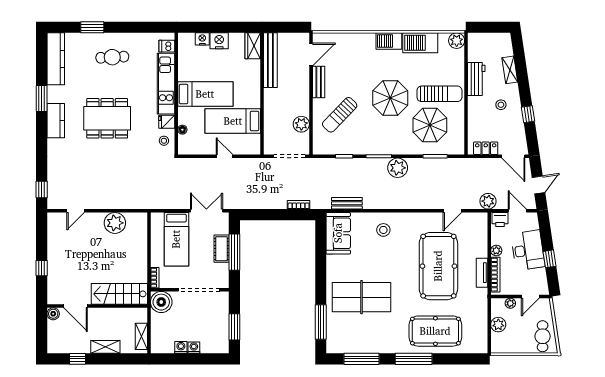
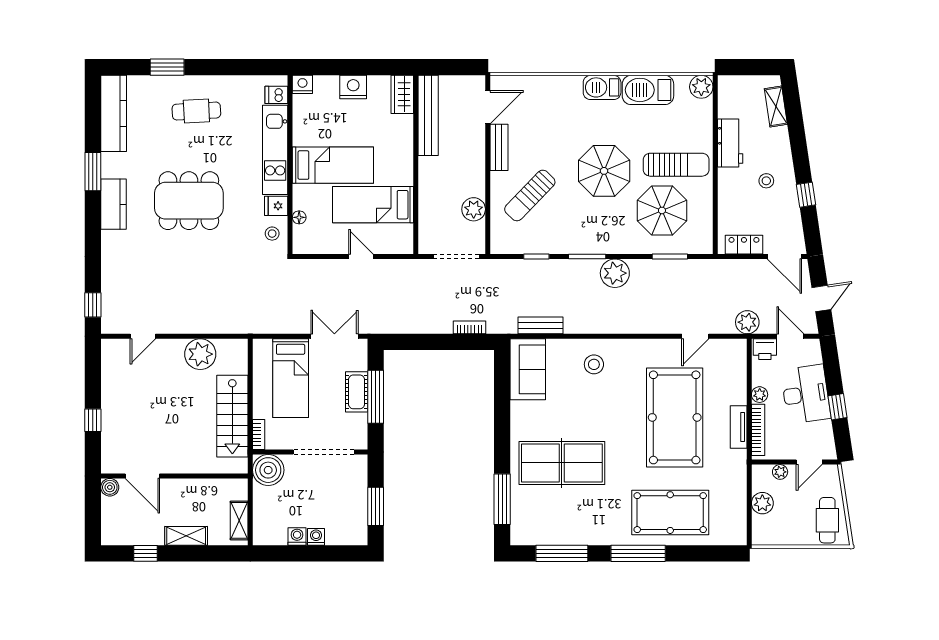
nightstand: (202, 39) -> (302, 84), moved
shelving: (510, 70) -> (776, 106), moved
stairs: (119, 294) -> (232, 416), moved, turned -90

